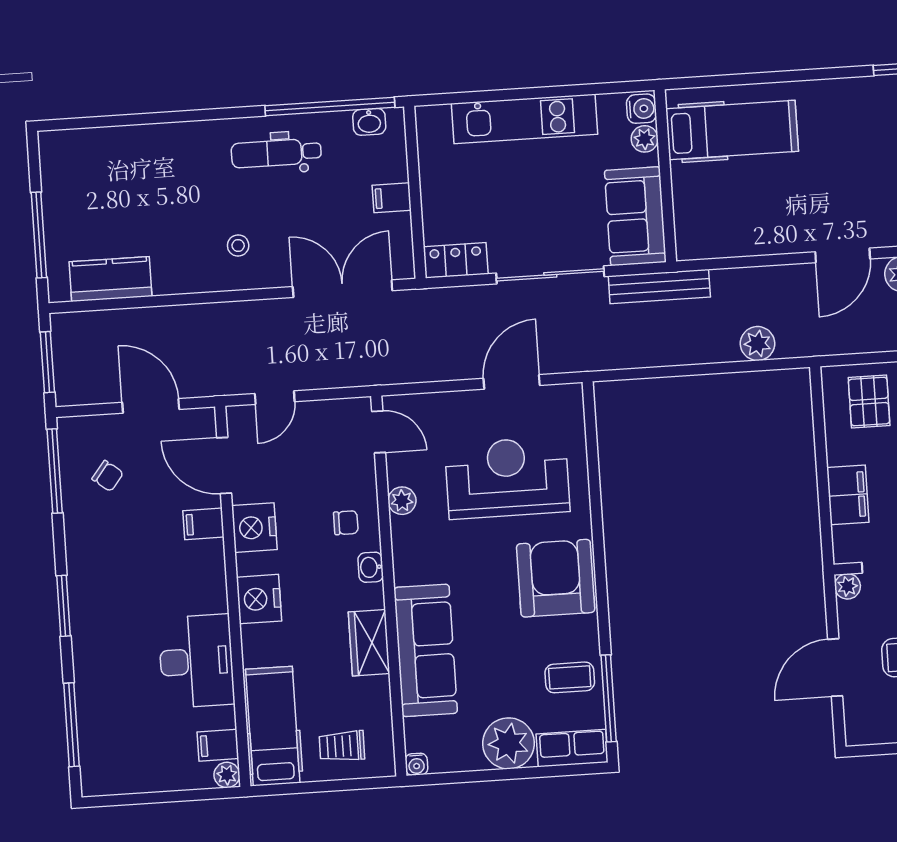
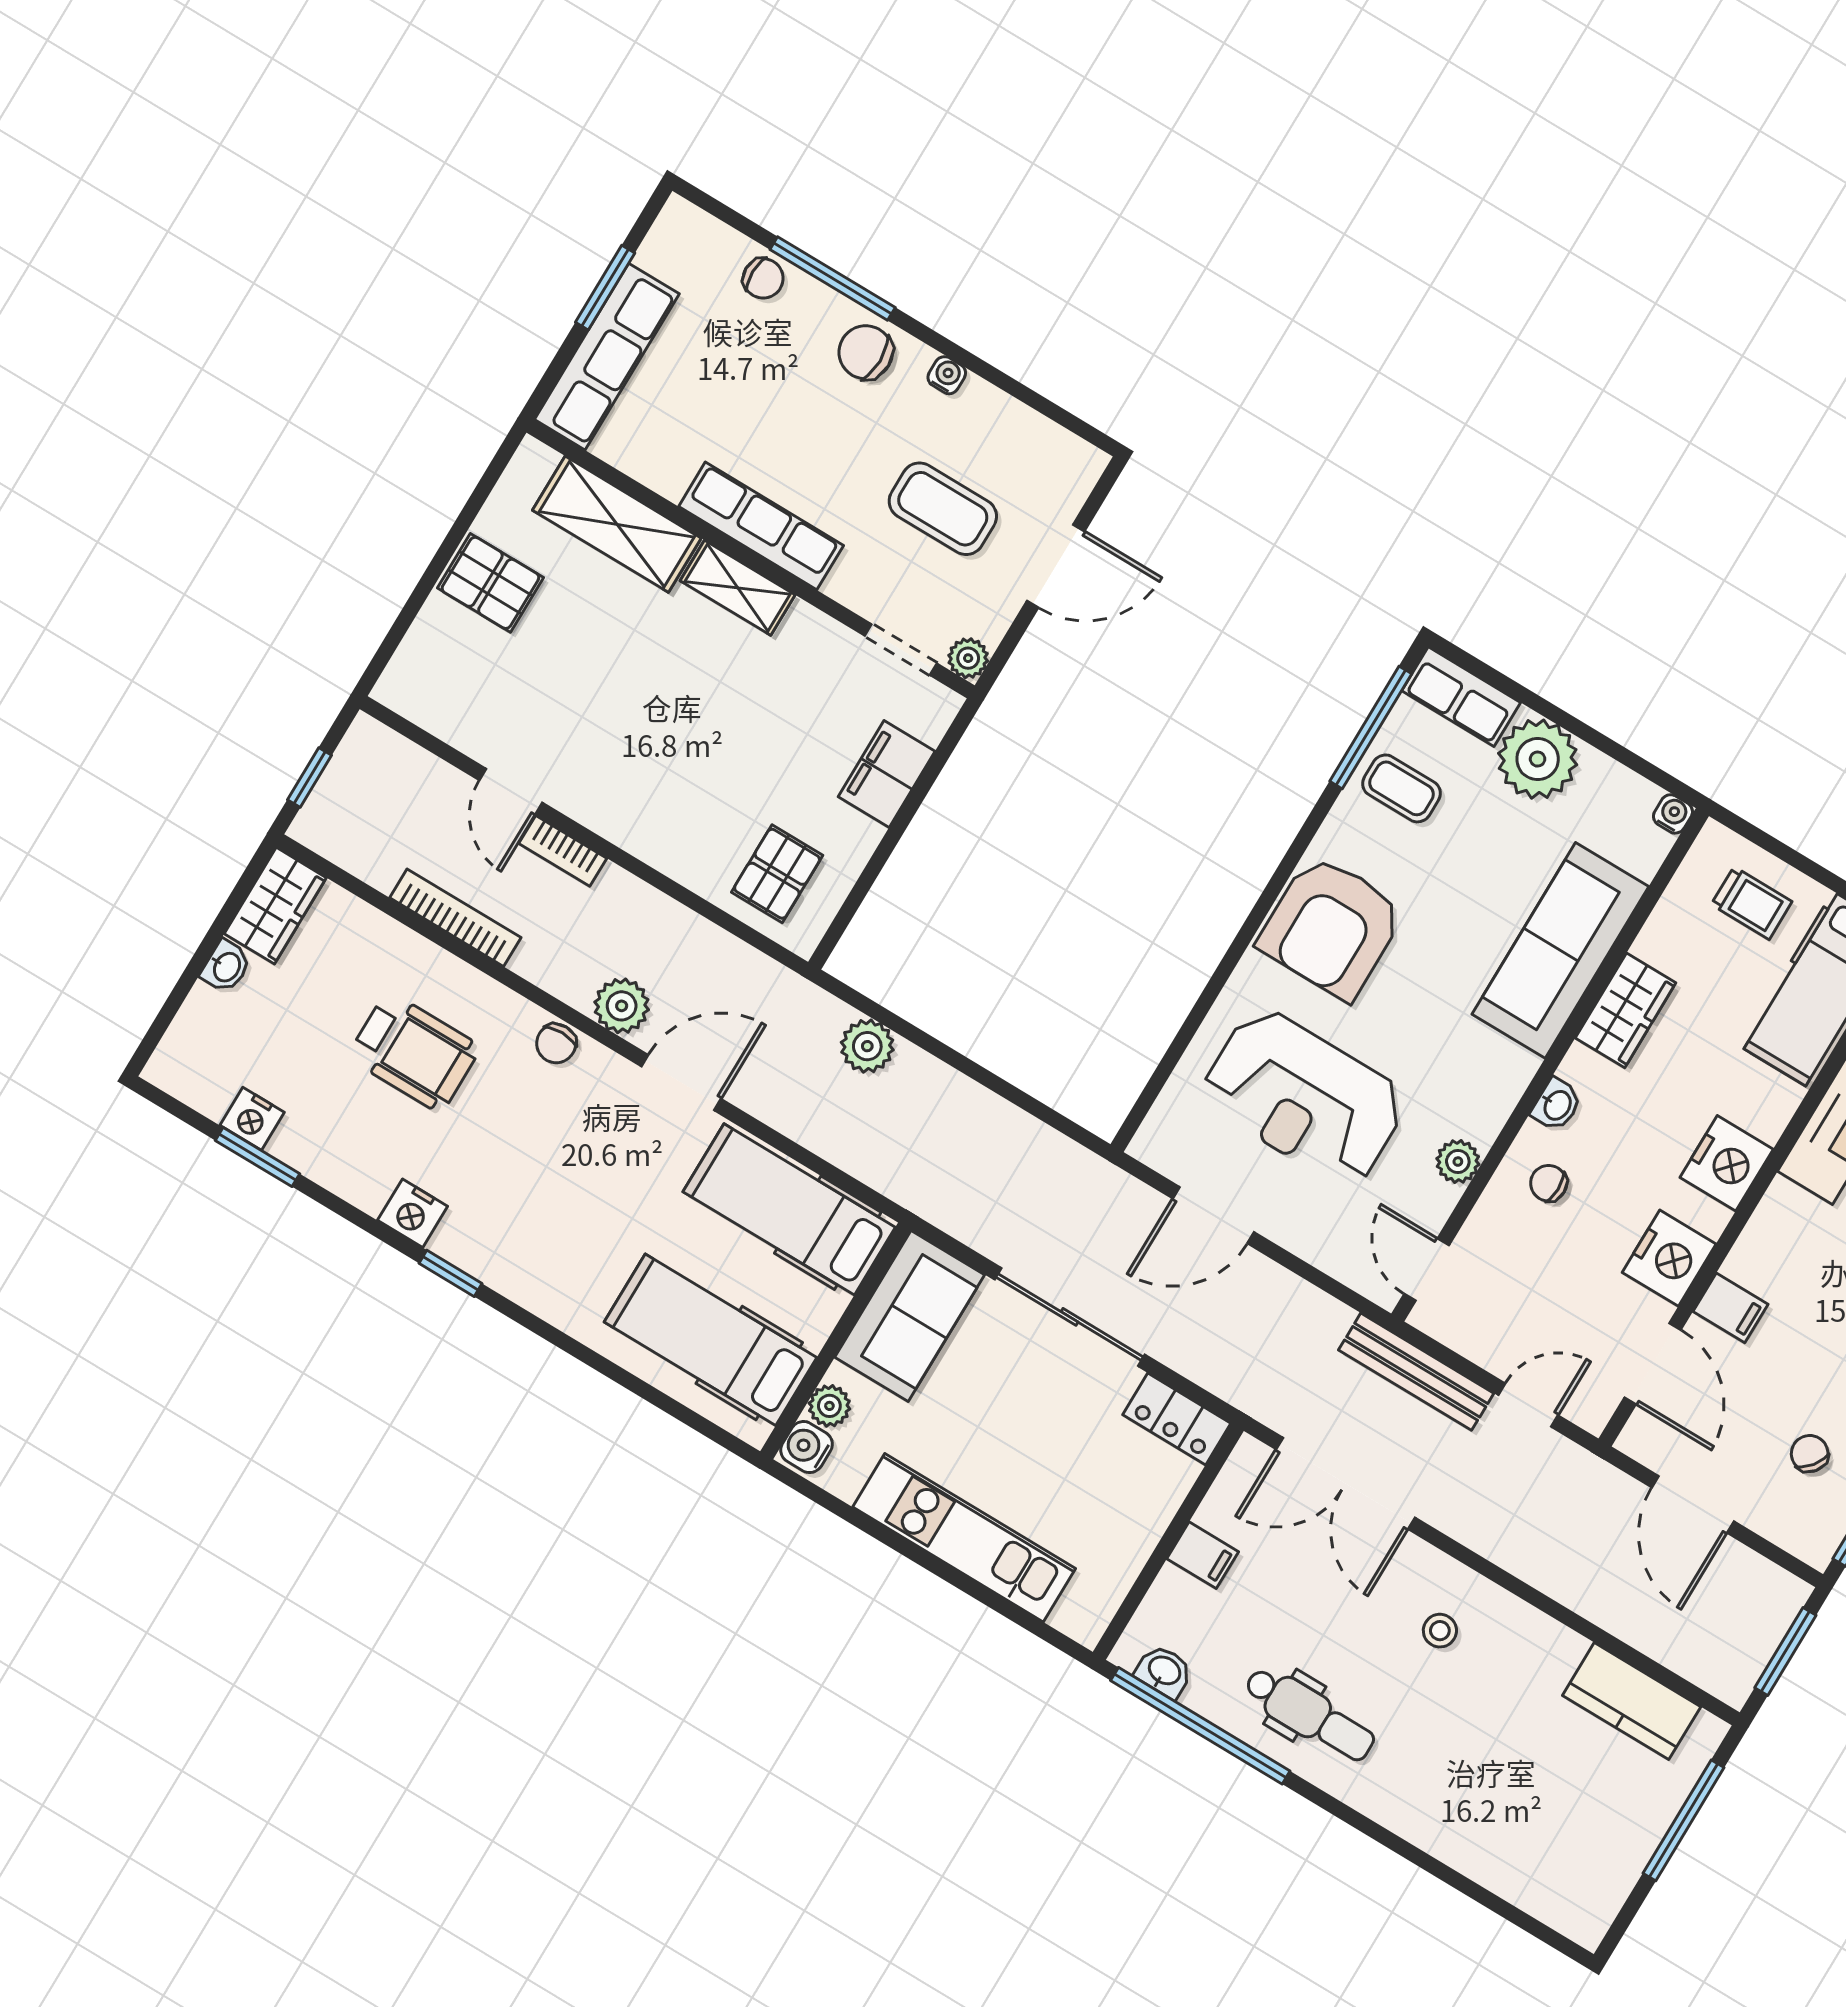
hospital bed: (739, 228) -> (789, 1209), added
bench: (659, 287) -> (1416, 1372), moved

